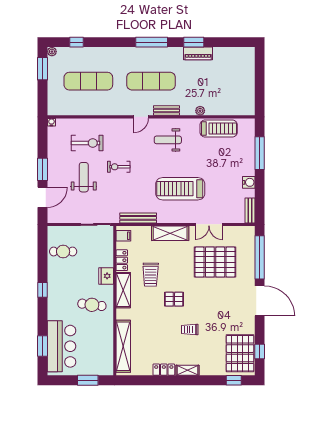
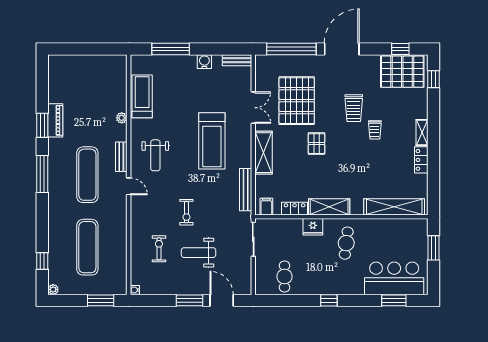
window: (42, 69) -> (101, 300), moved
exercise bike: (87, 143) -> (159, 249), width x0.73, depth x0.72
trolley: (151, 275) -> (354, 108), moved, turned 89
pallet: (174, 299) -> (316, 144), moved

